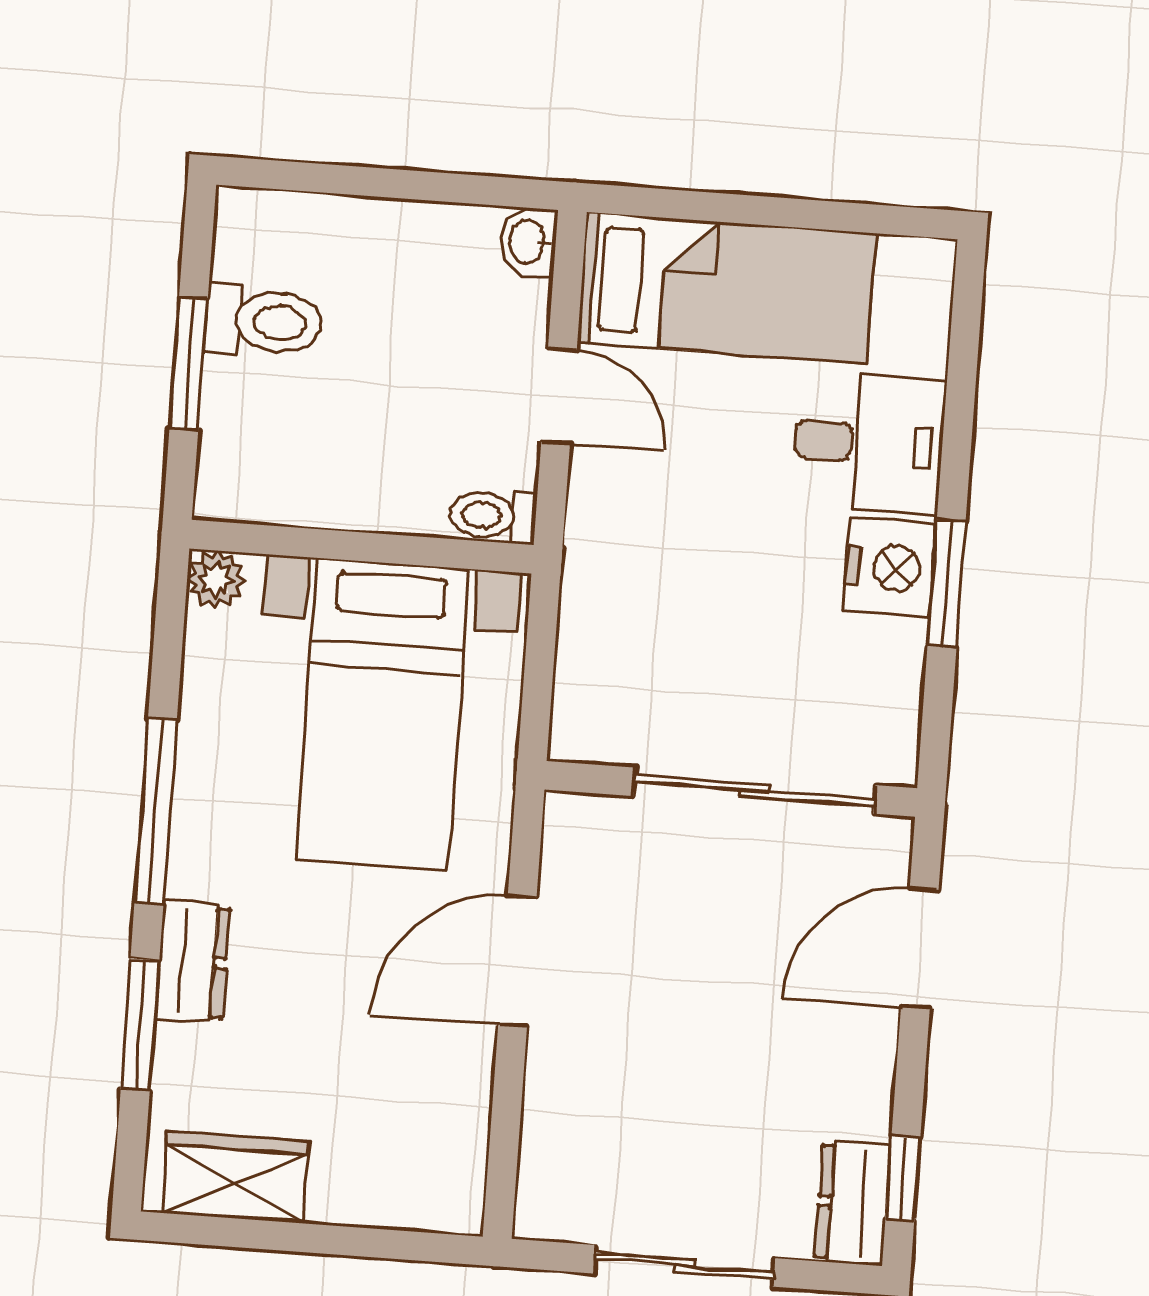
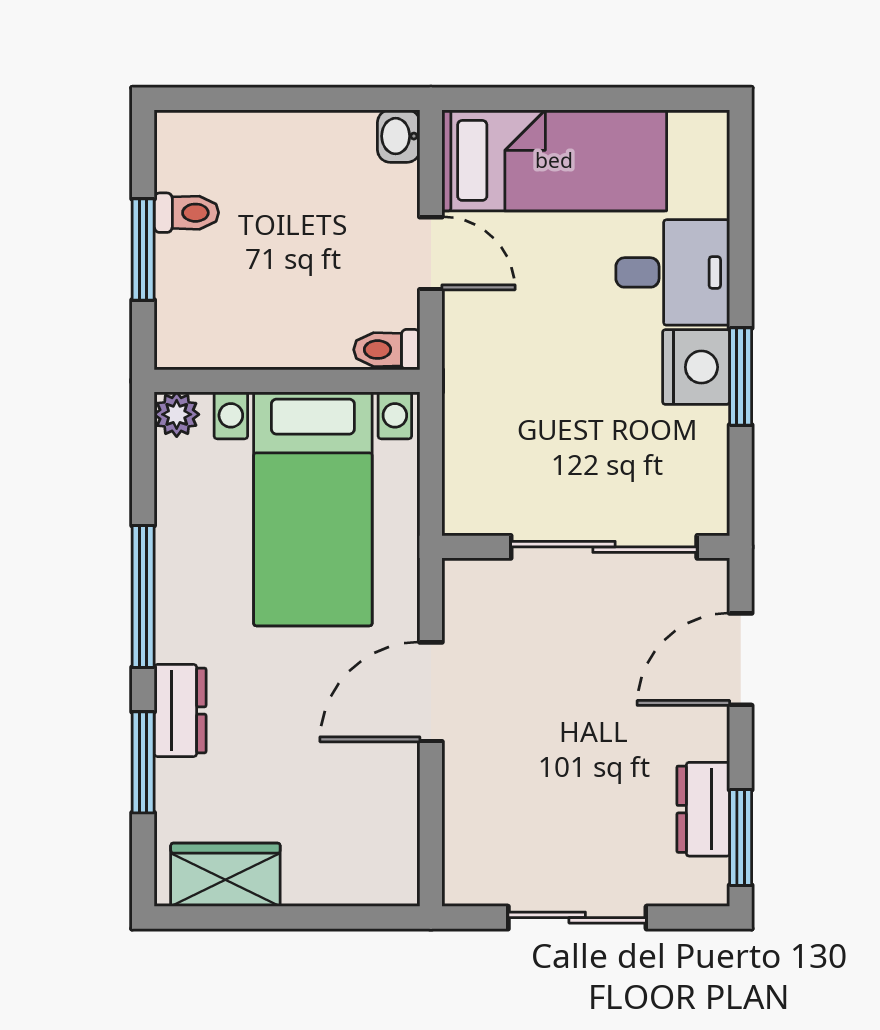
toilet: (264, 322) -> (186, 213), width x0.73, depth x0.72
window: (903, 1178) -> (741, 838), width x1.50
dresser: (853, 1203) -> (703, 809), moved

